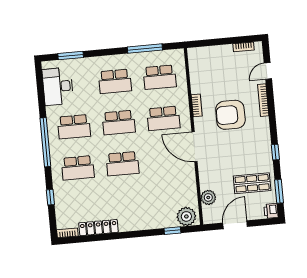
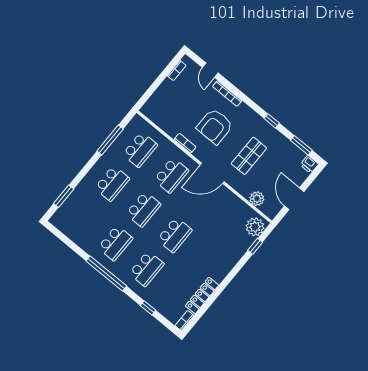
desk: (58, 86) -> (76, 226), removed
shop shelf: (252, 183) -> (249, 156), moved

